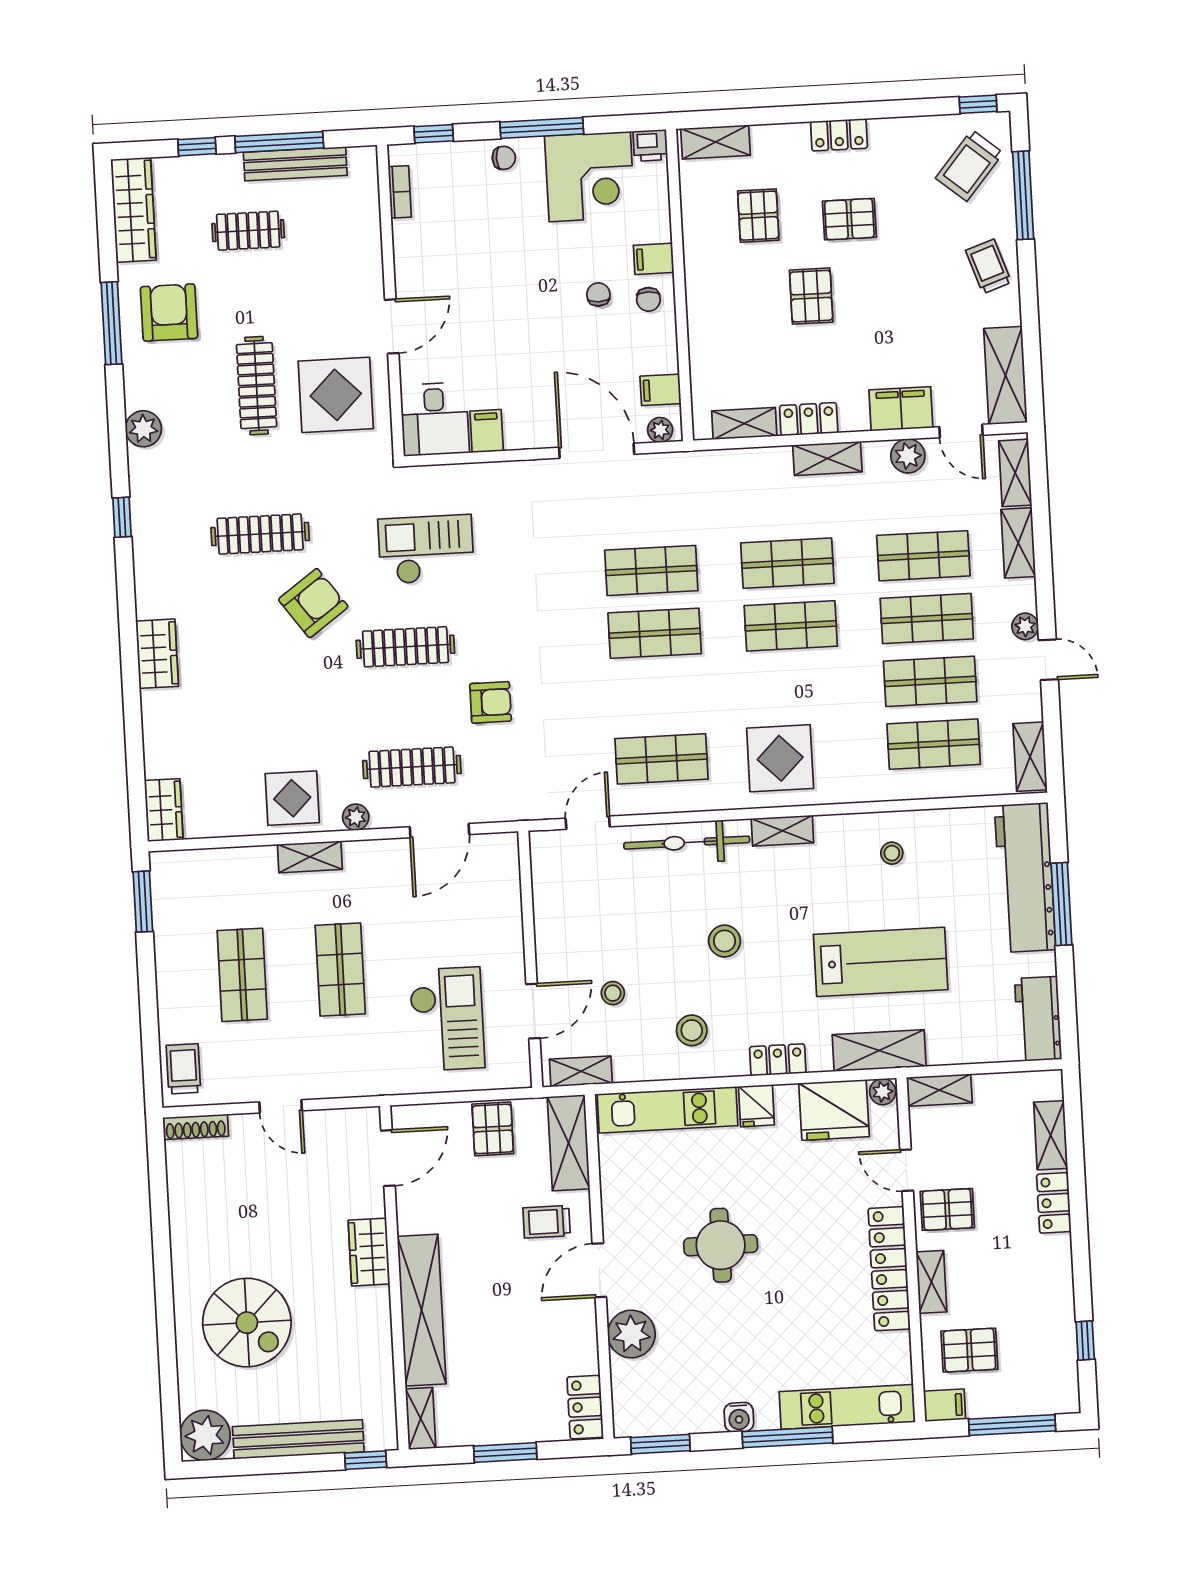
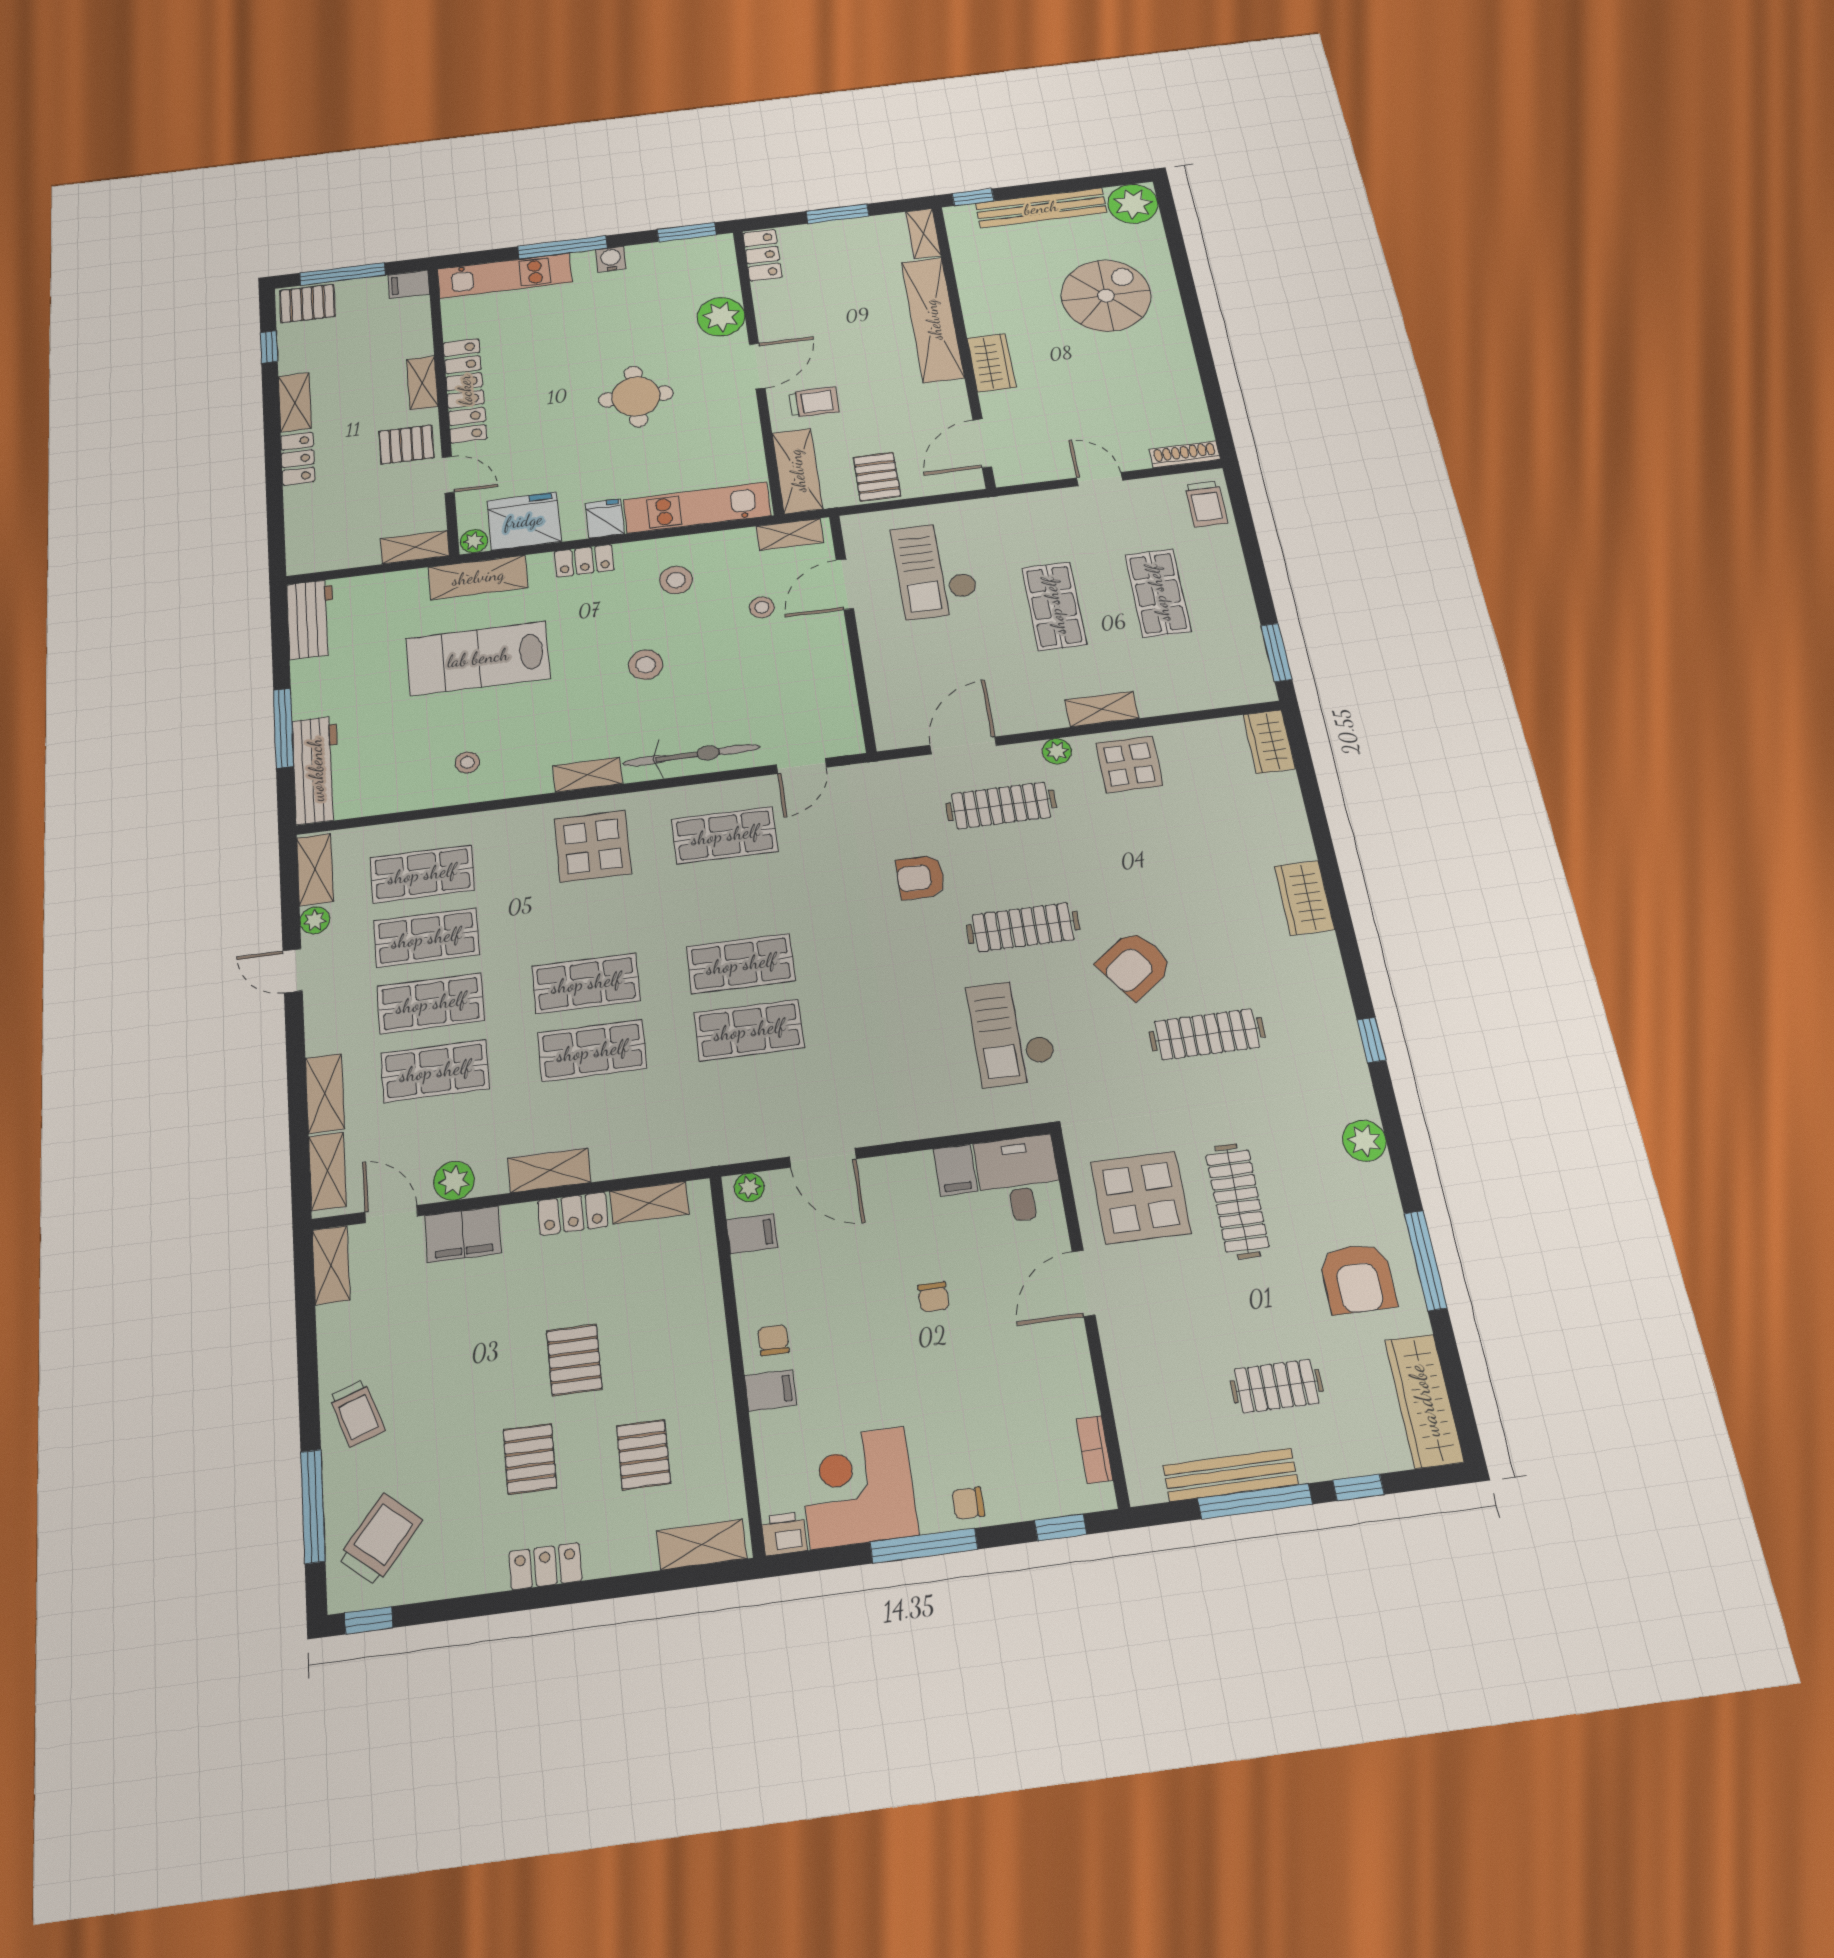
pallet: (849, 219) -> (530, 1459), turned 90
chair: (598, 294) -> (933, 1297), moved
shelving: (1005, 376) -> (331, 1265), width x0.67, depth x0.75
door: (597, 451) -> (823, 1158), width x0.73
checkout: (426, 549) -> (1012, 1033), turned 90
plant: (1025, 626) -> (315, 920), moved
workbench: (1025, 878) -> (316, 770), width x0.73, depth x0.76
shelving: (1051, 1135) -> (295, 402), moved
spiral stairs: (247, 1323) -> (1106, 296), turned 90
pallet: (969, 1350) -> (307, 304), moved

